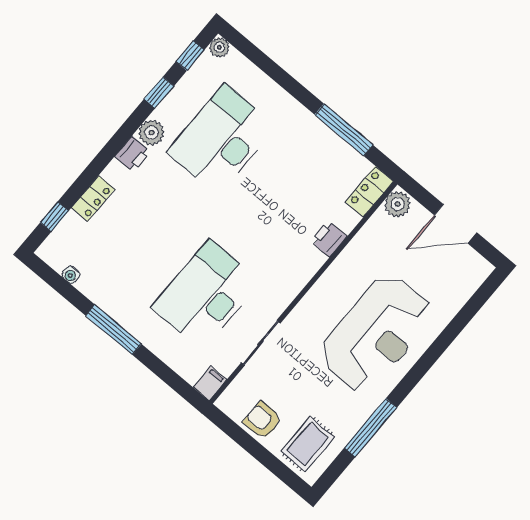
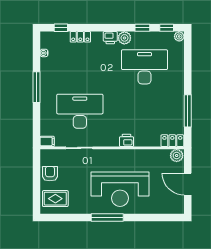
printer: (329, 239) -> (127, 140), moved
window: (371, 428) -> (107, 218), moved

